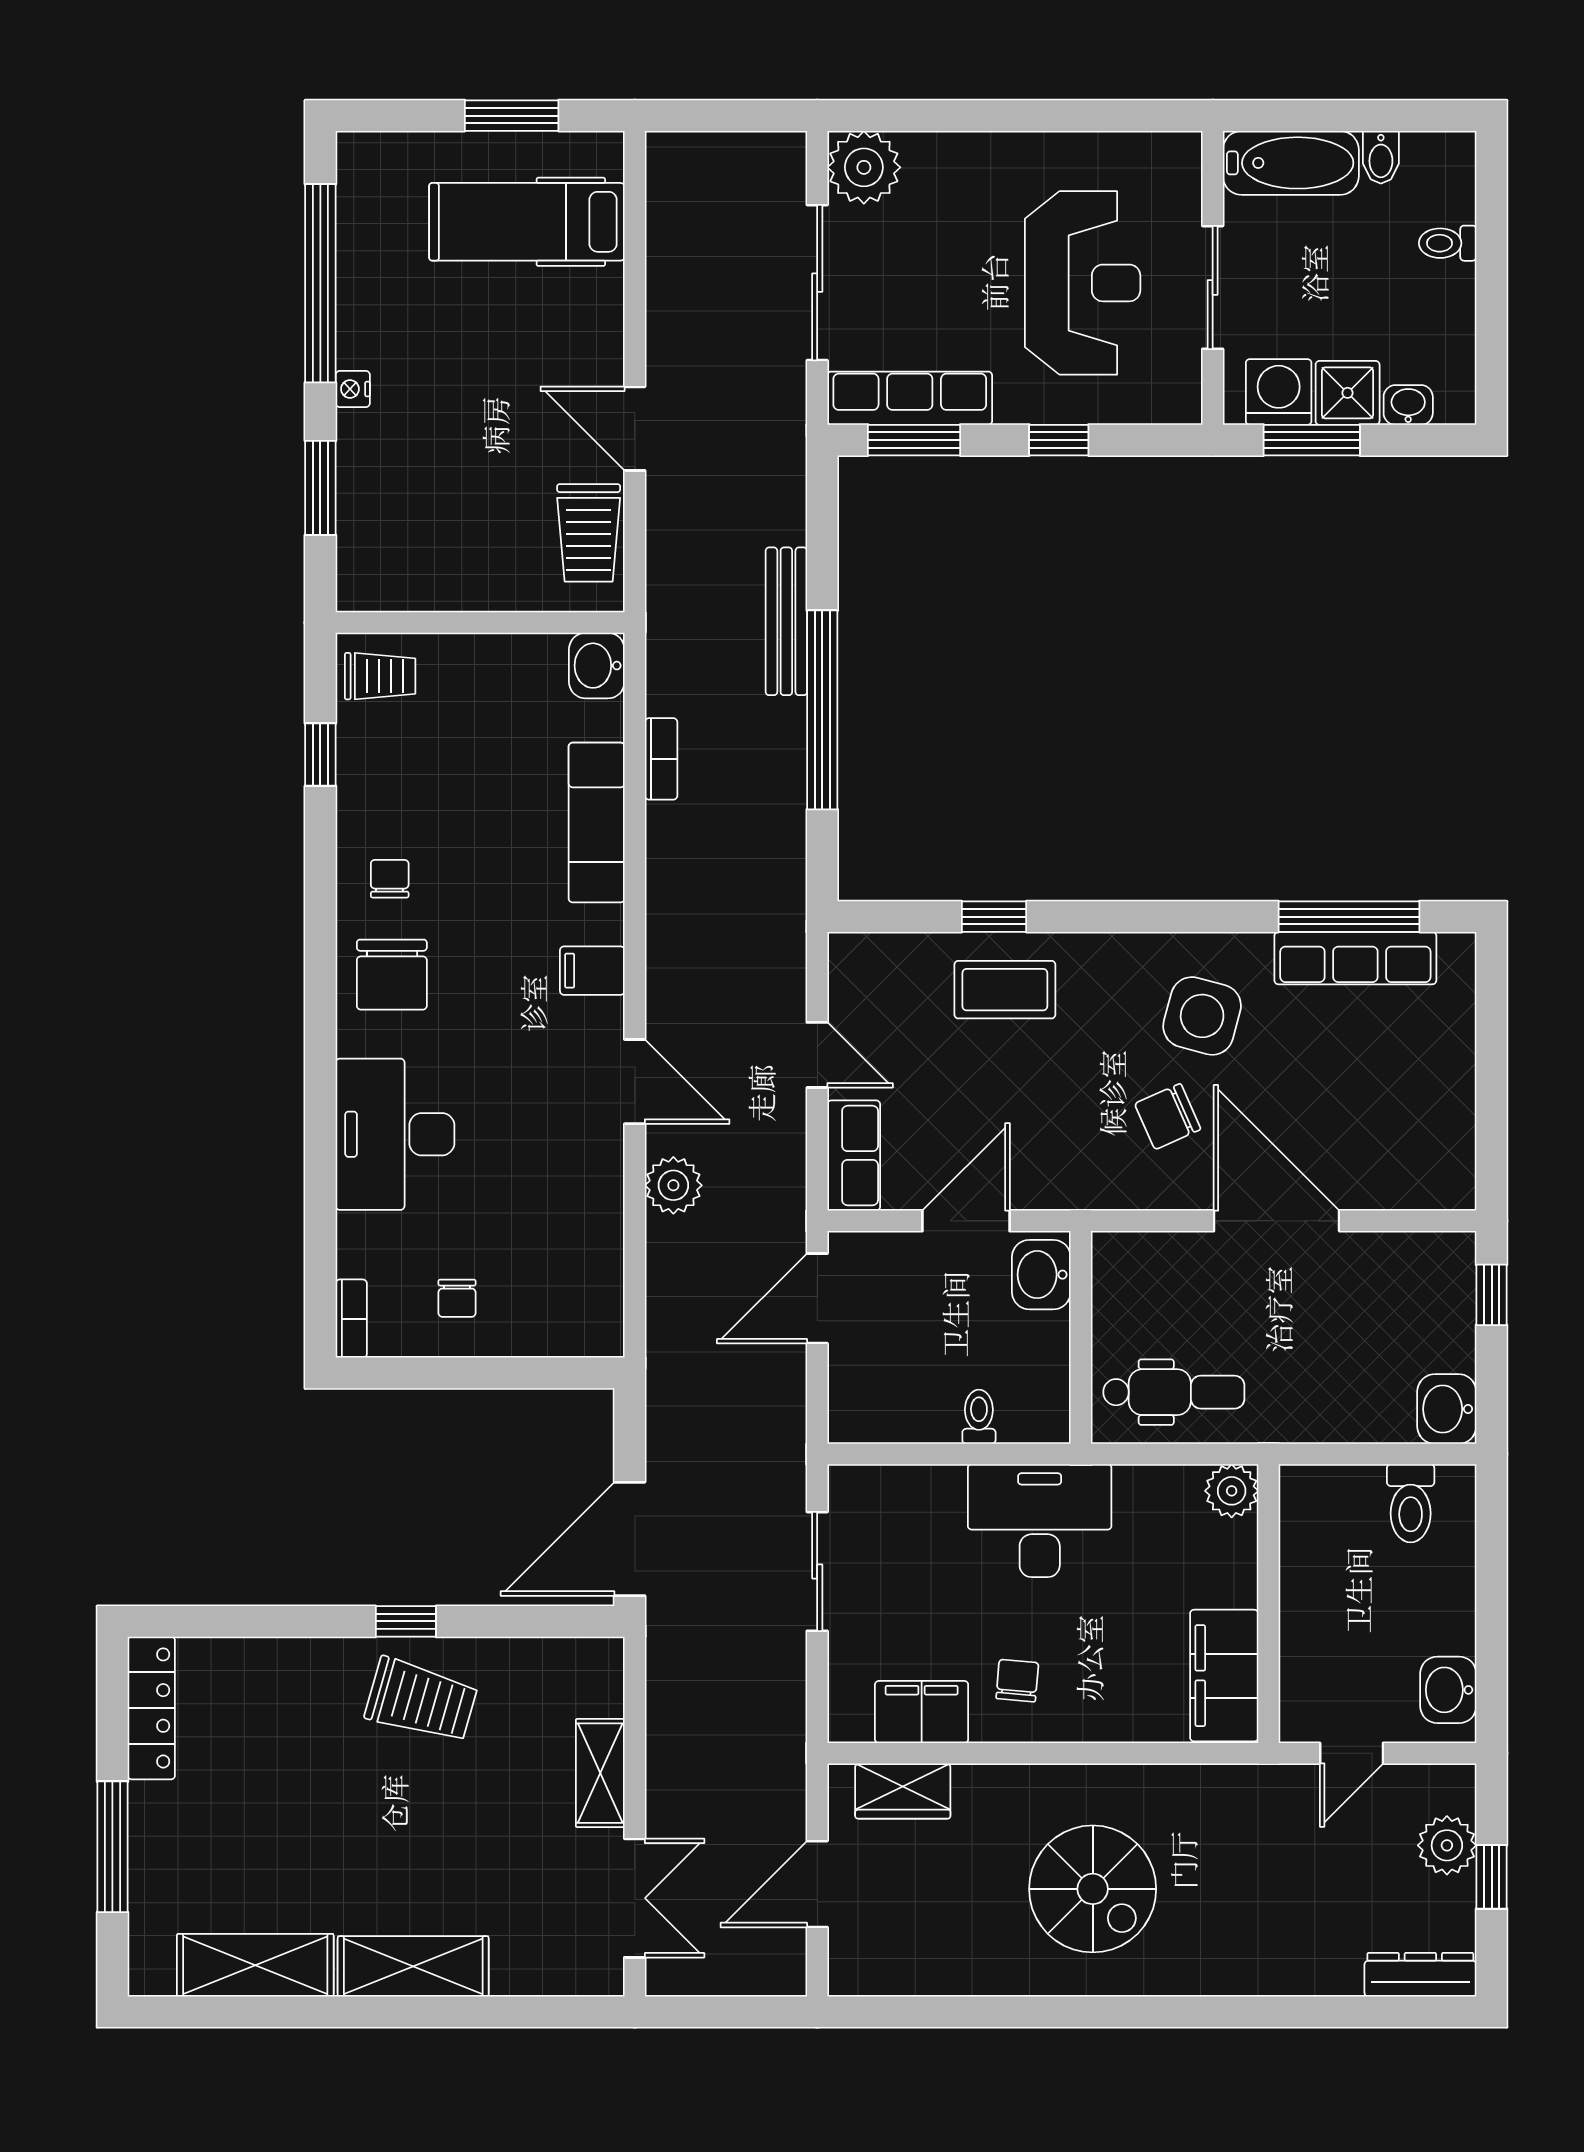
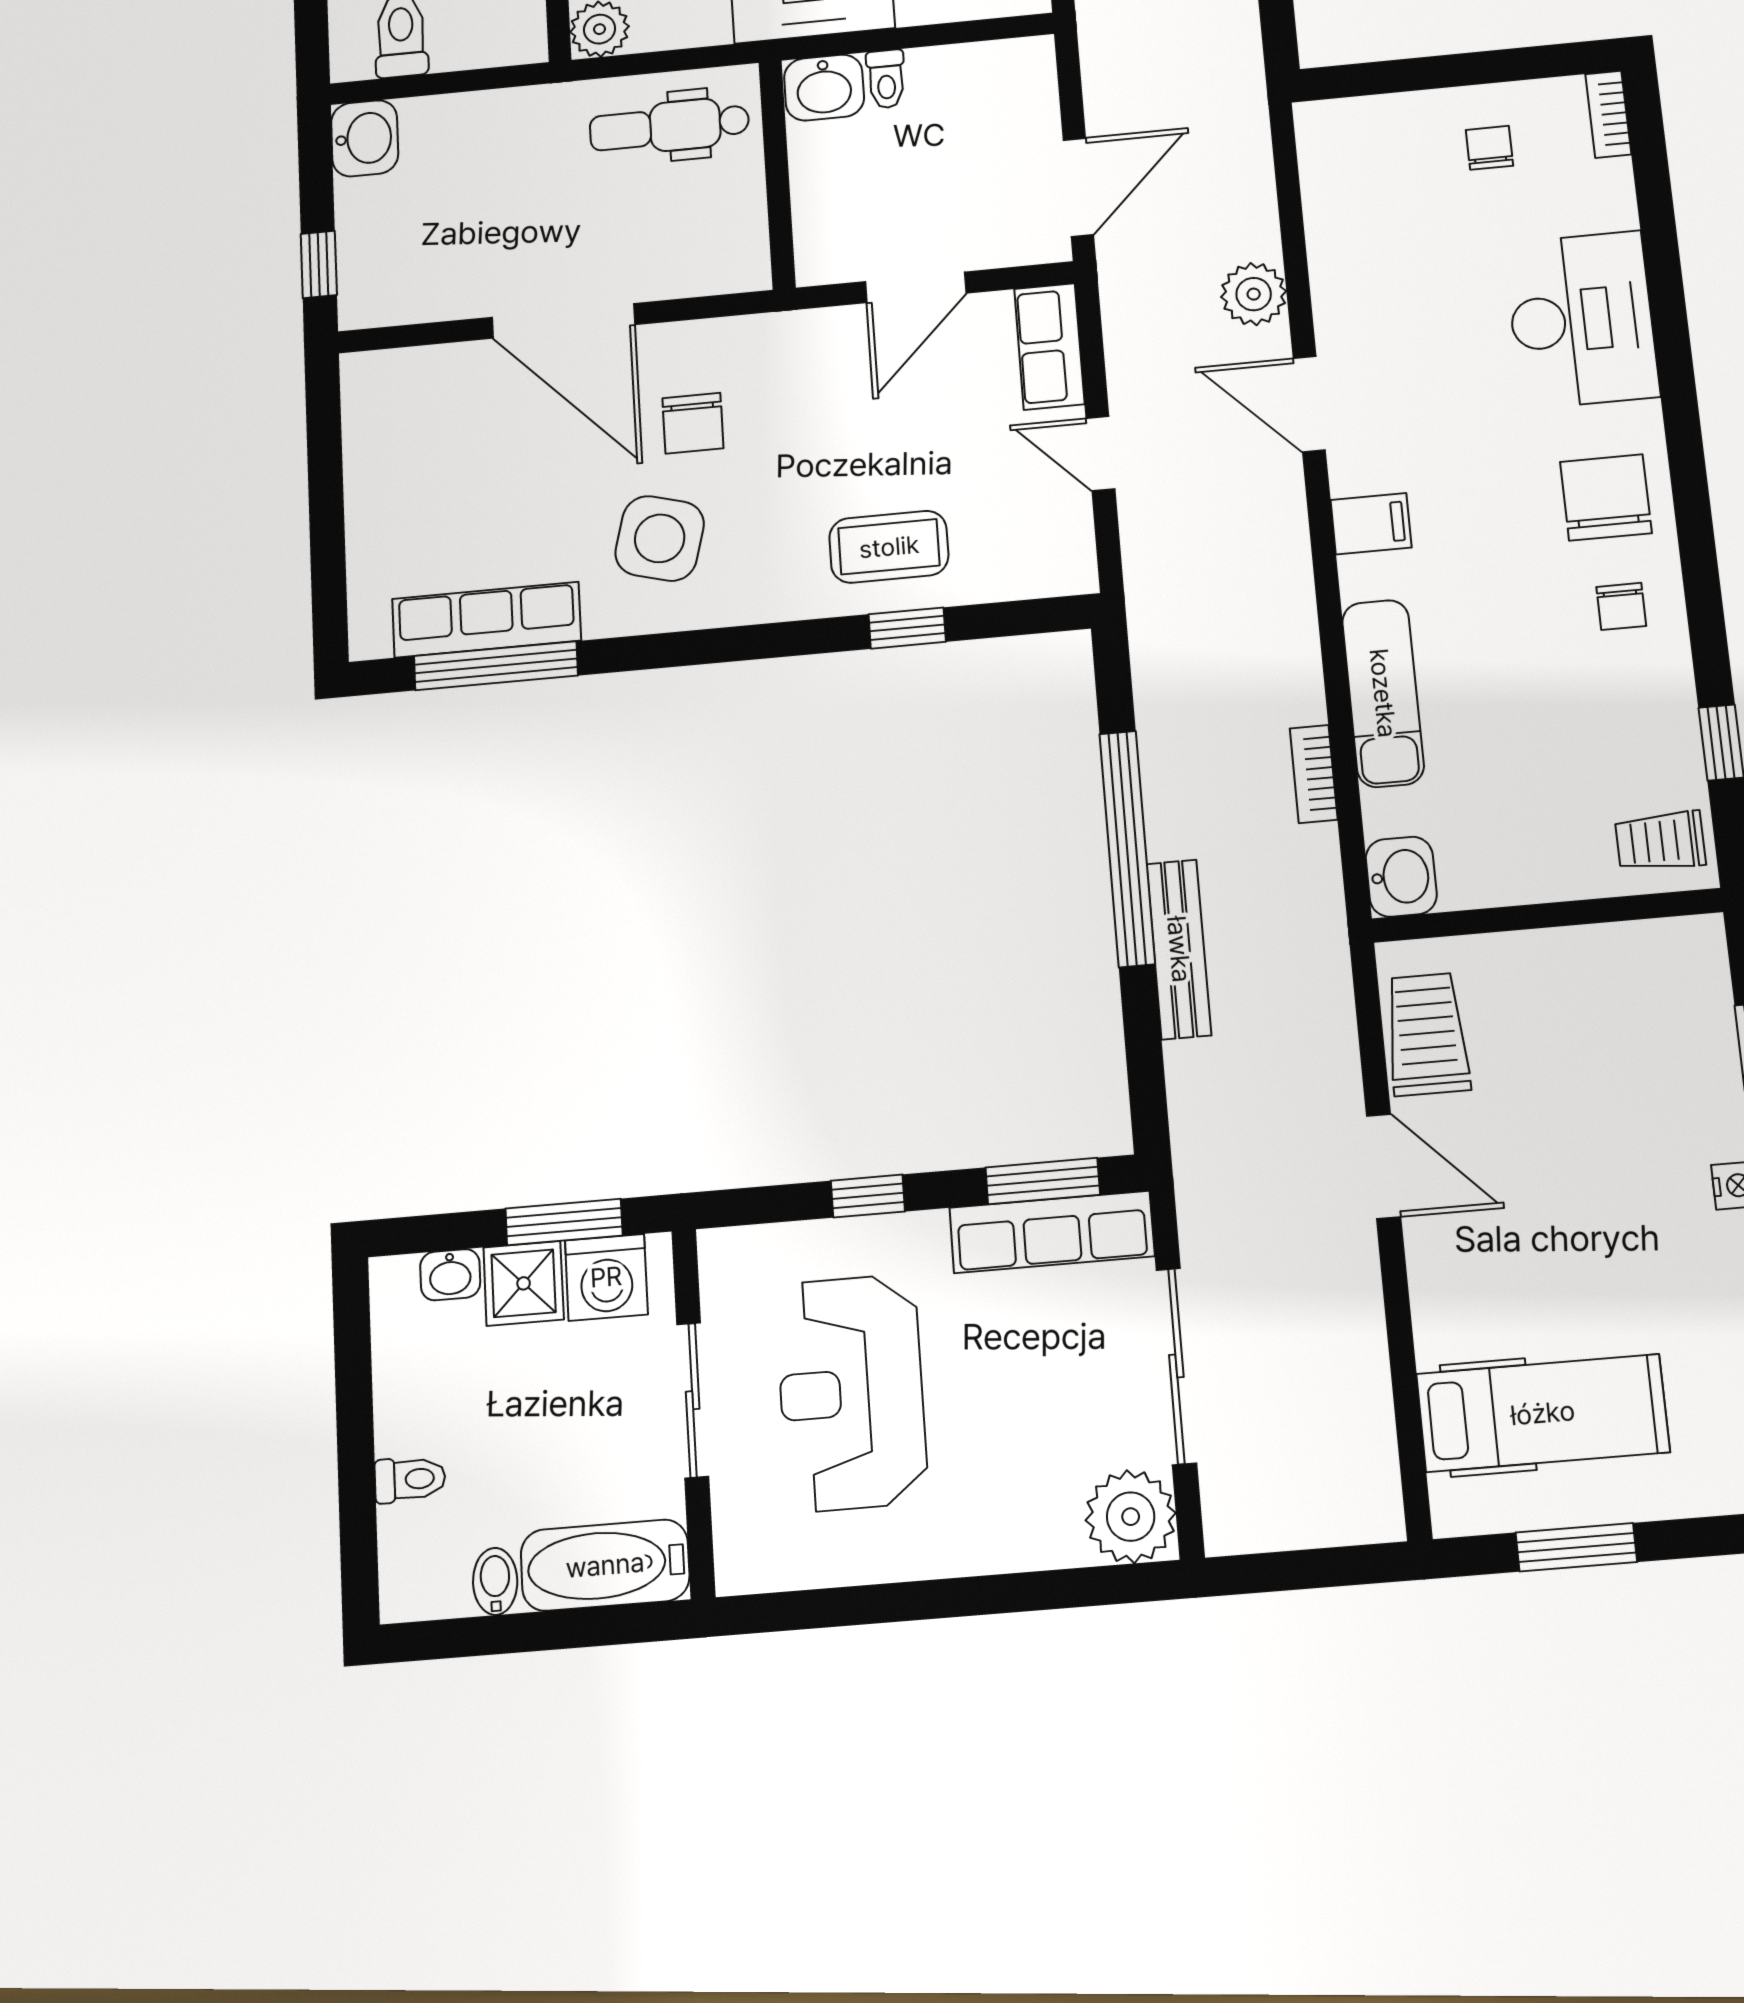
chair: (1168, 1116) -> (693, 423), turned 114
washbasin: (1041, 1275) -> (824, 88), moved, turned 90

